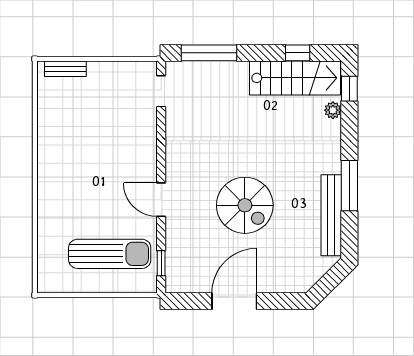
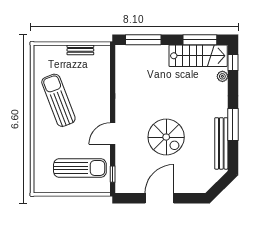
window: (298, 53) -> (200, 40), width x2.17
bench: (65, 69) -> (80, 50), moved
doorway: (161, 91) -> (113, 64), removed
sun lounger: (76, 148) -> (58, 100), added
door: (161, 200) -> (113, 133), hinge flipped

